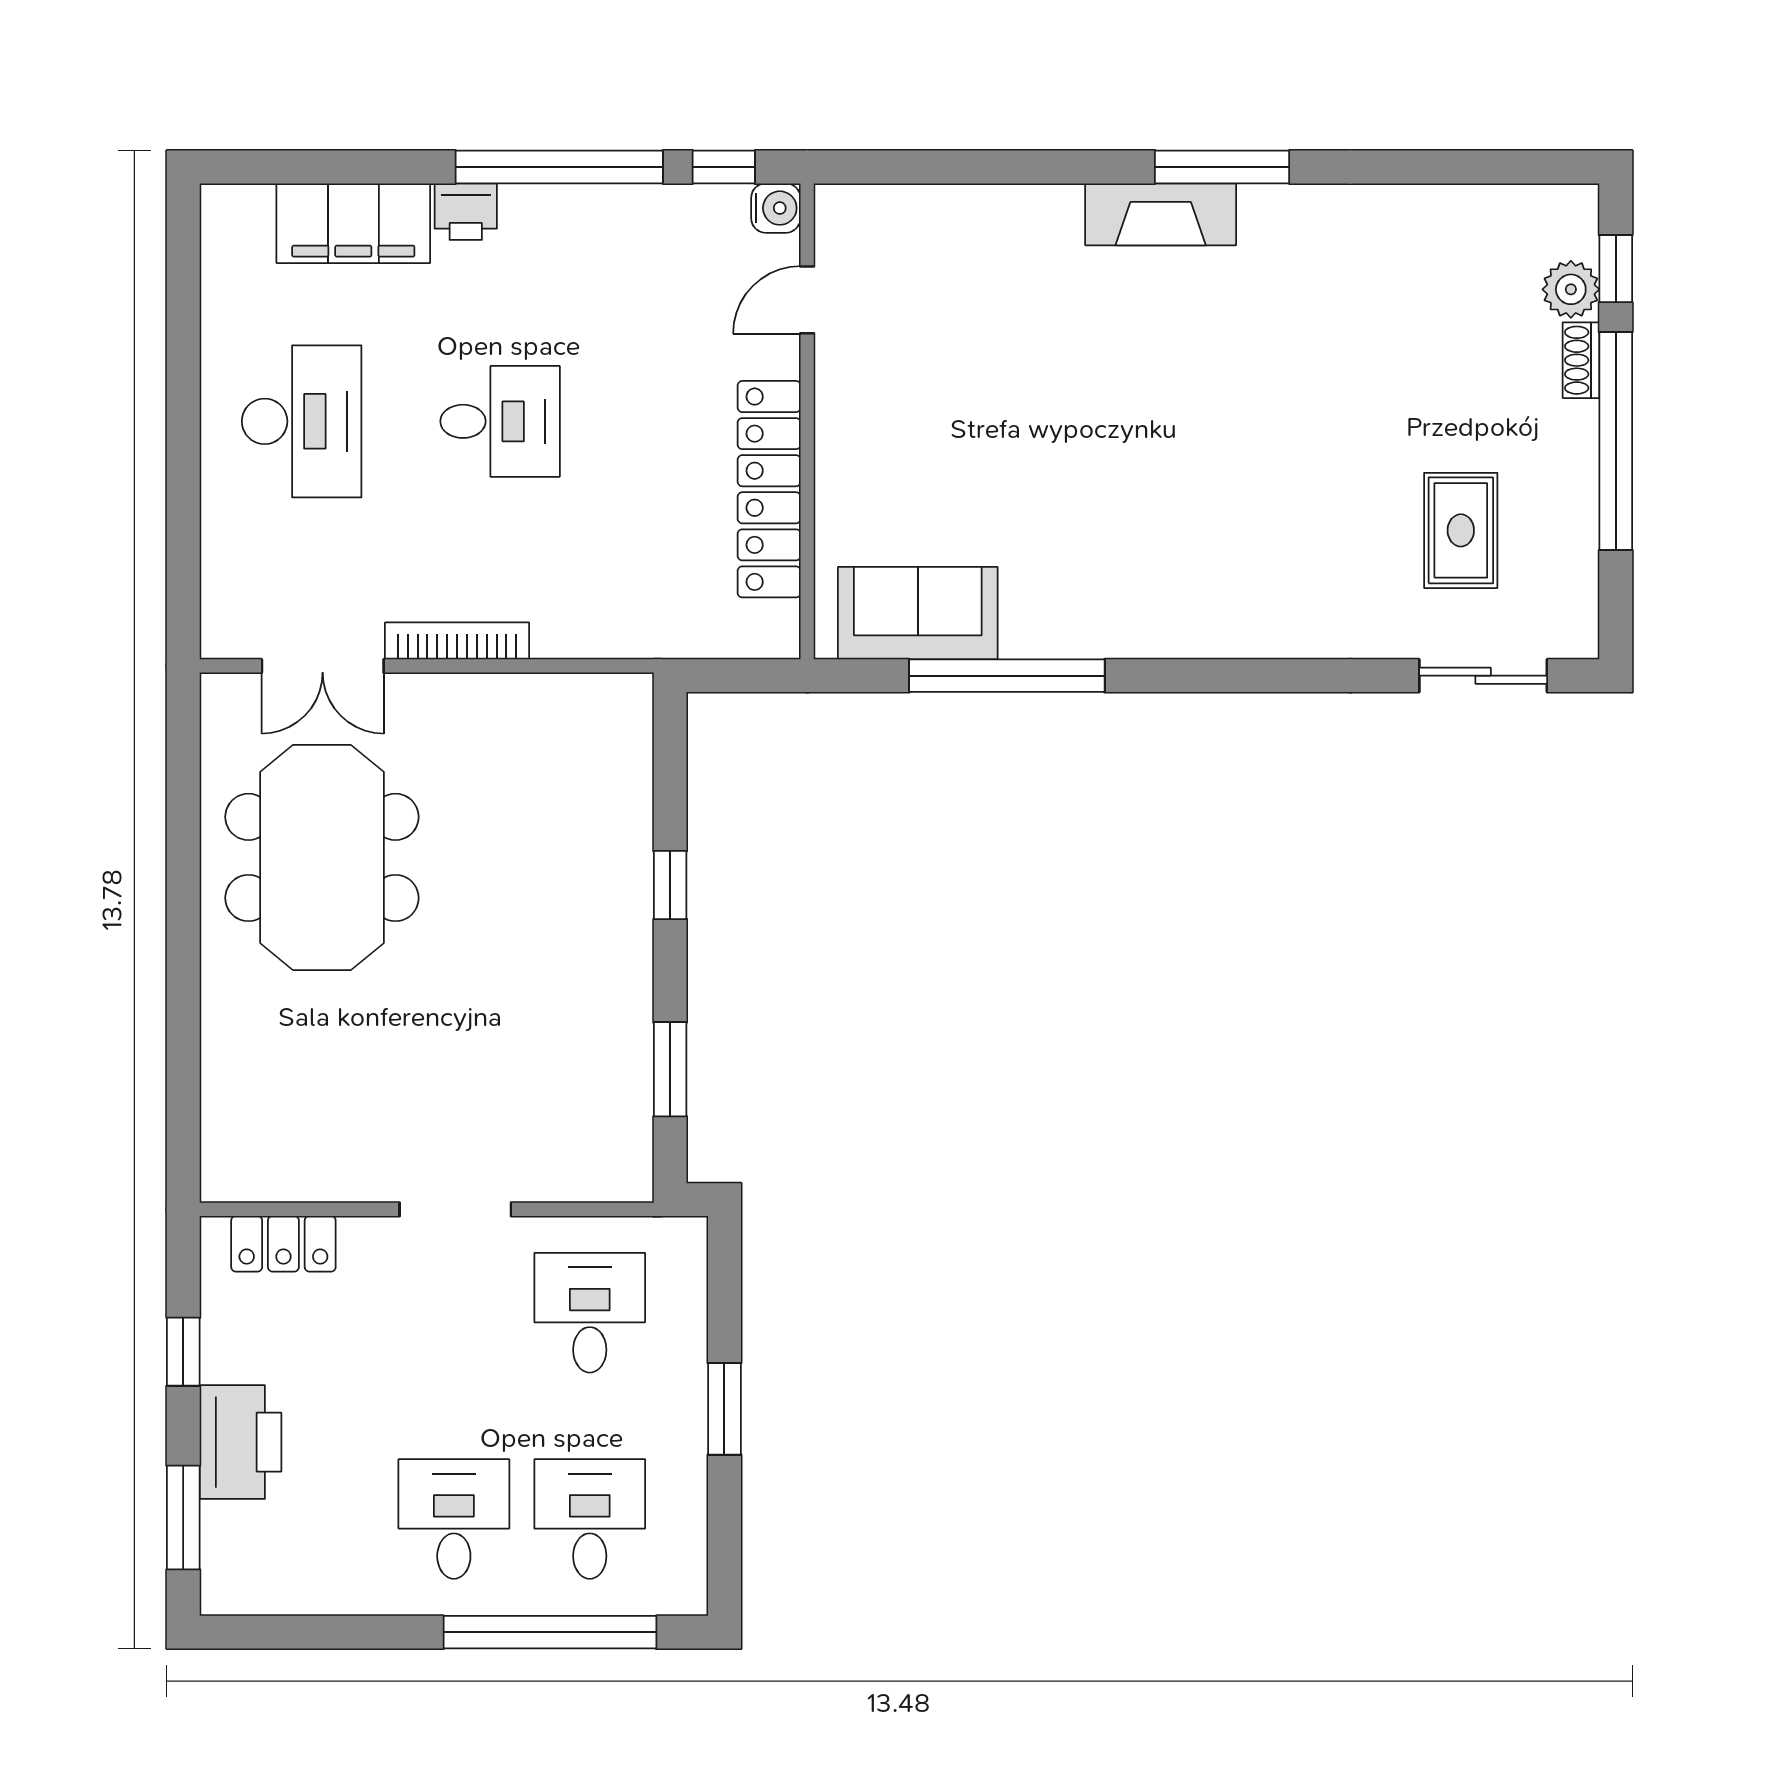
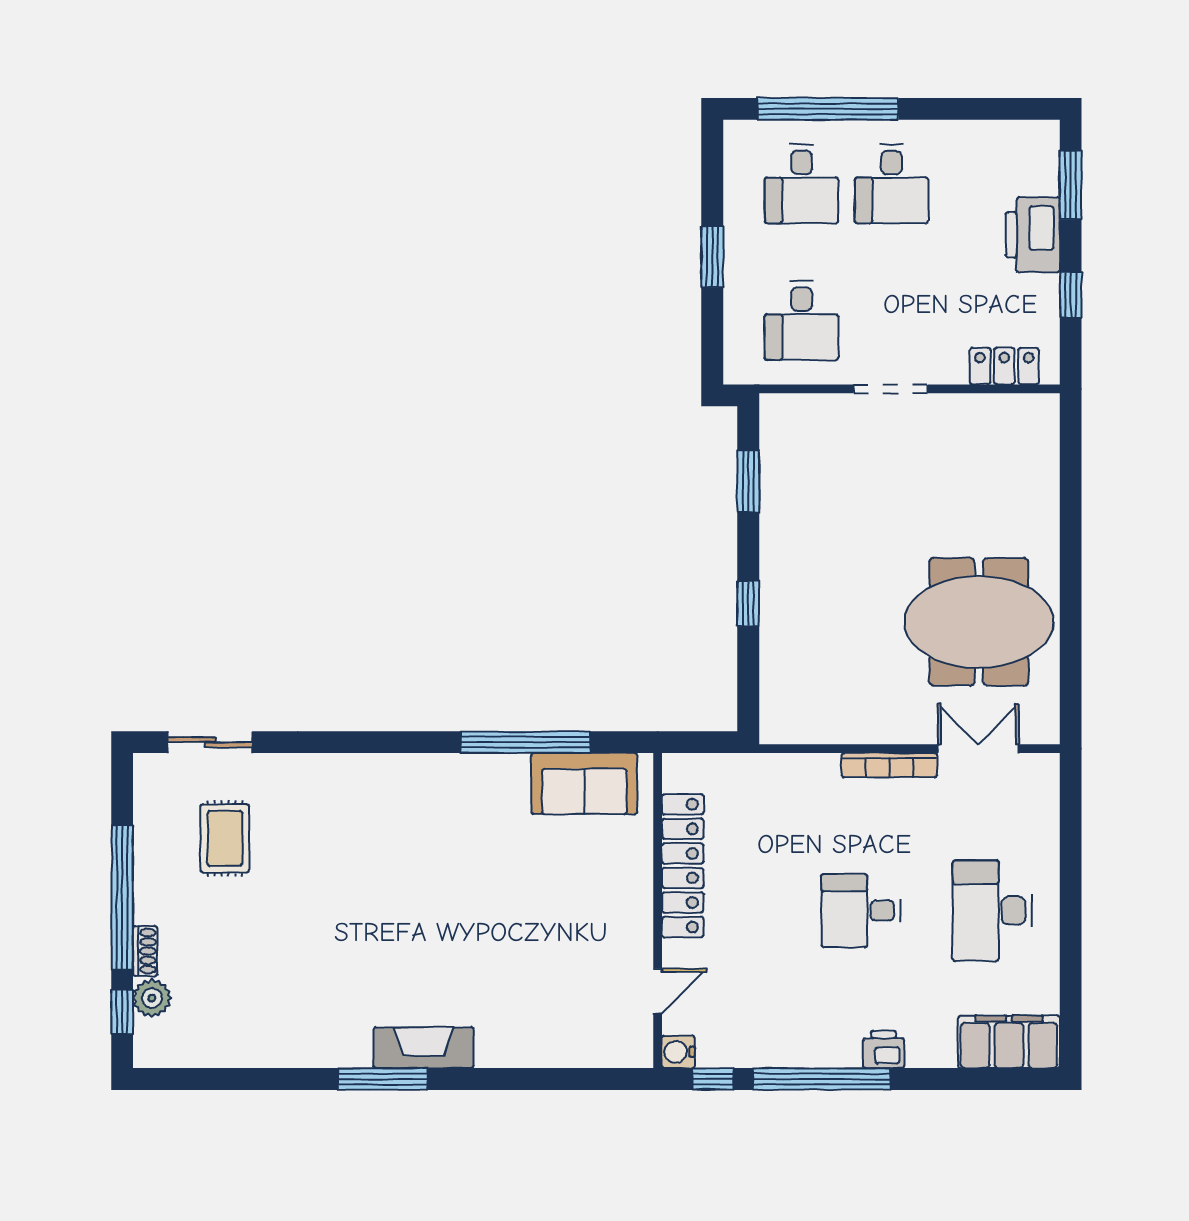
filing cabinet: (353, 223) -> (1009, 1042), moved
meeting table: (322, 857) -> (979, 622), turned 90

